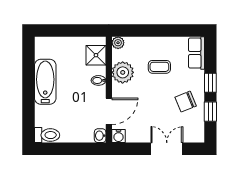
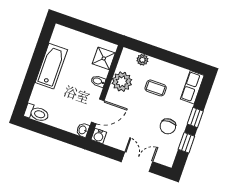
plant: (118, 43) -> (142, 60), moved
chair: (186, 102) -> (168, 126), turned -68

